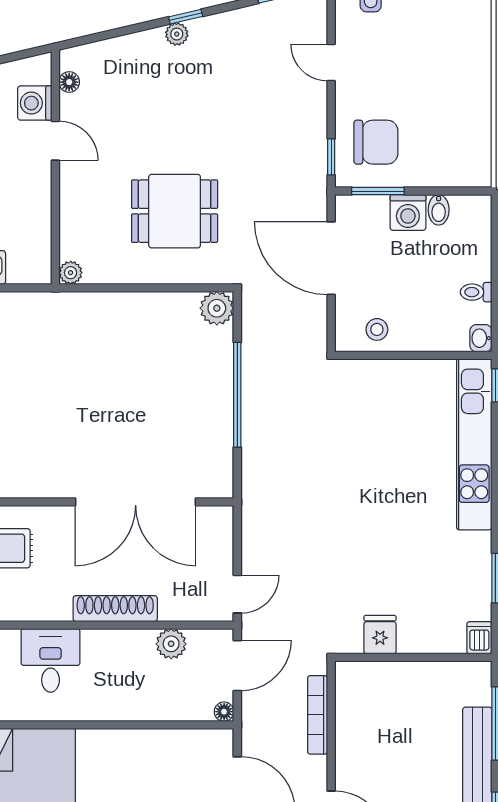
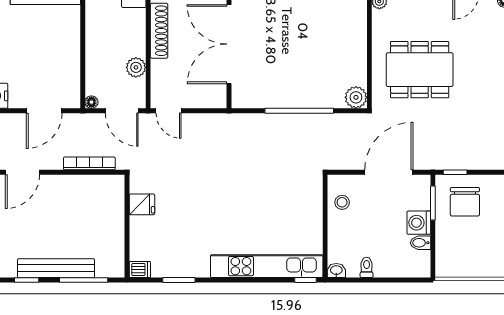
dining table: (175, 211) -> (420, 70), width x1.38

